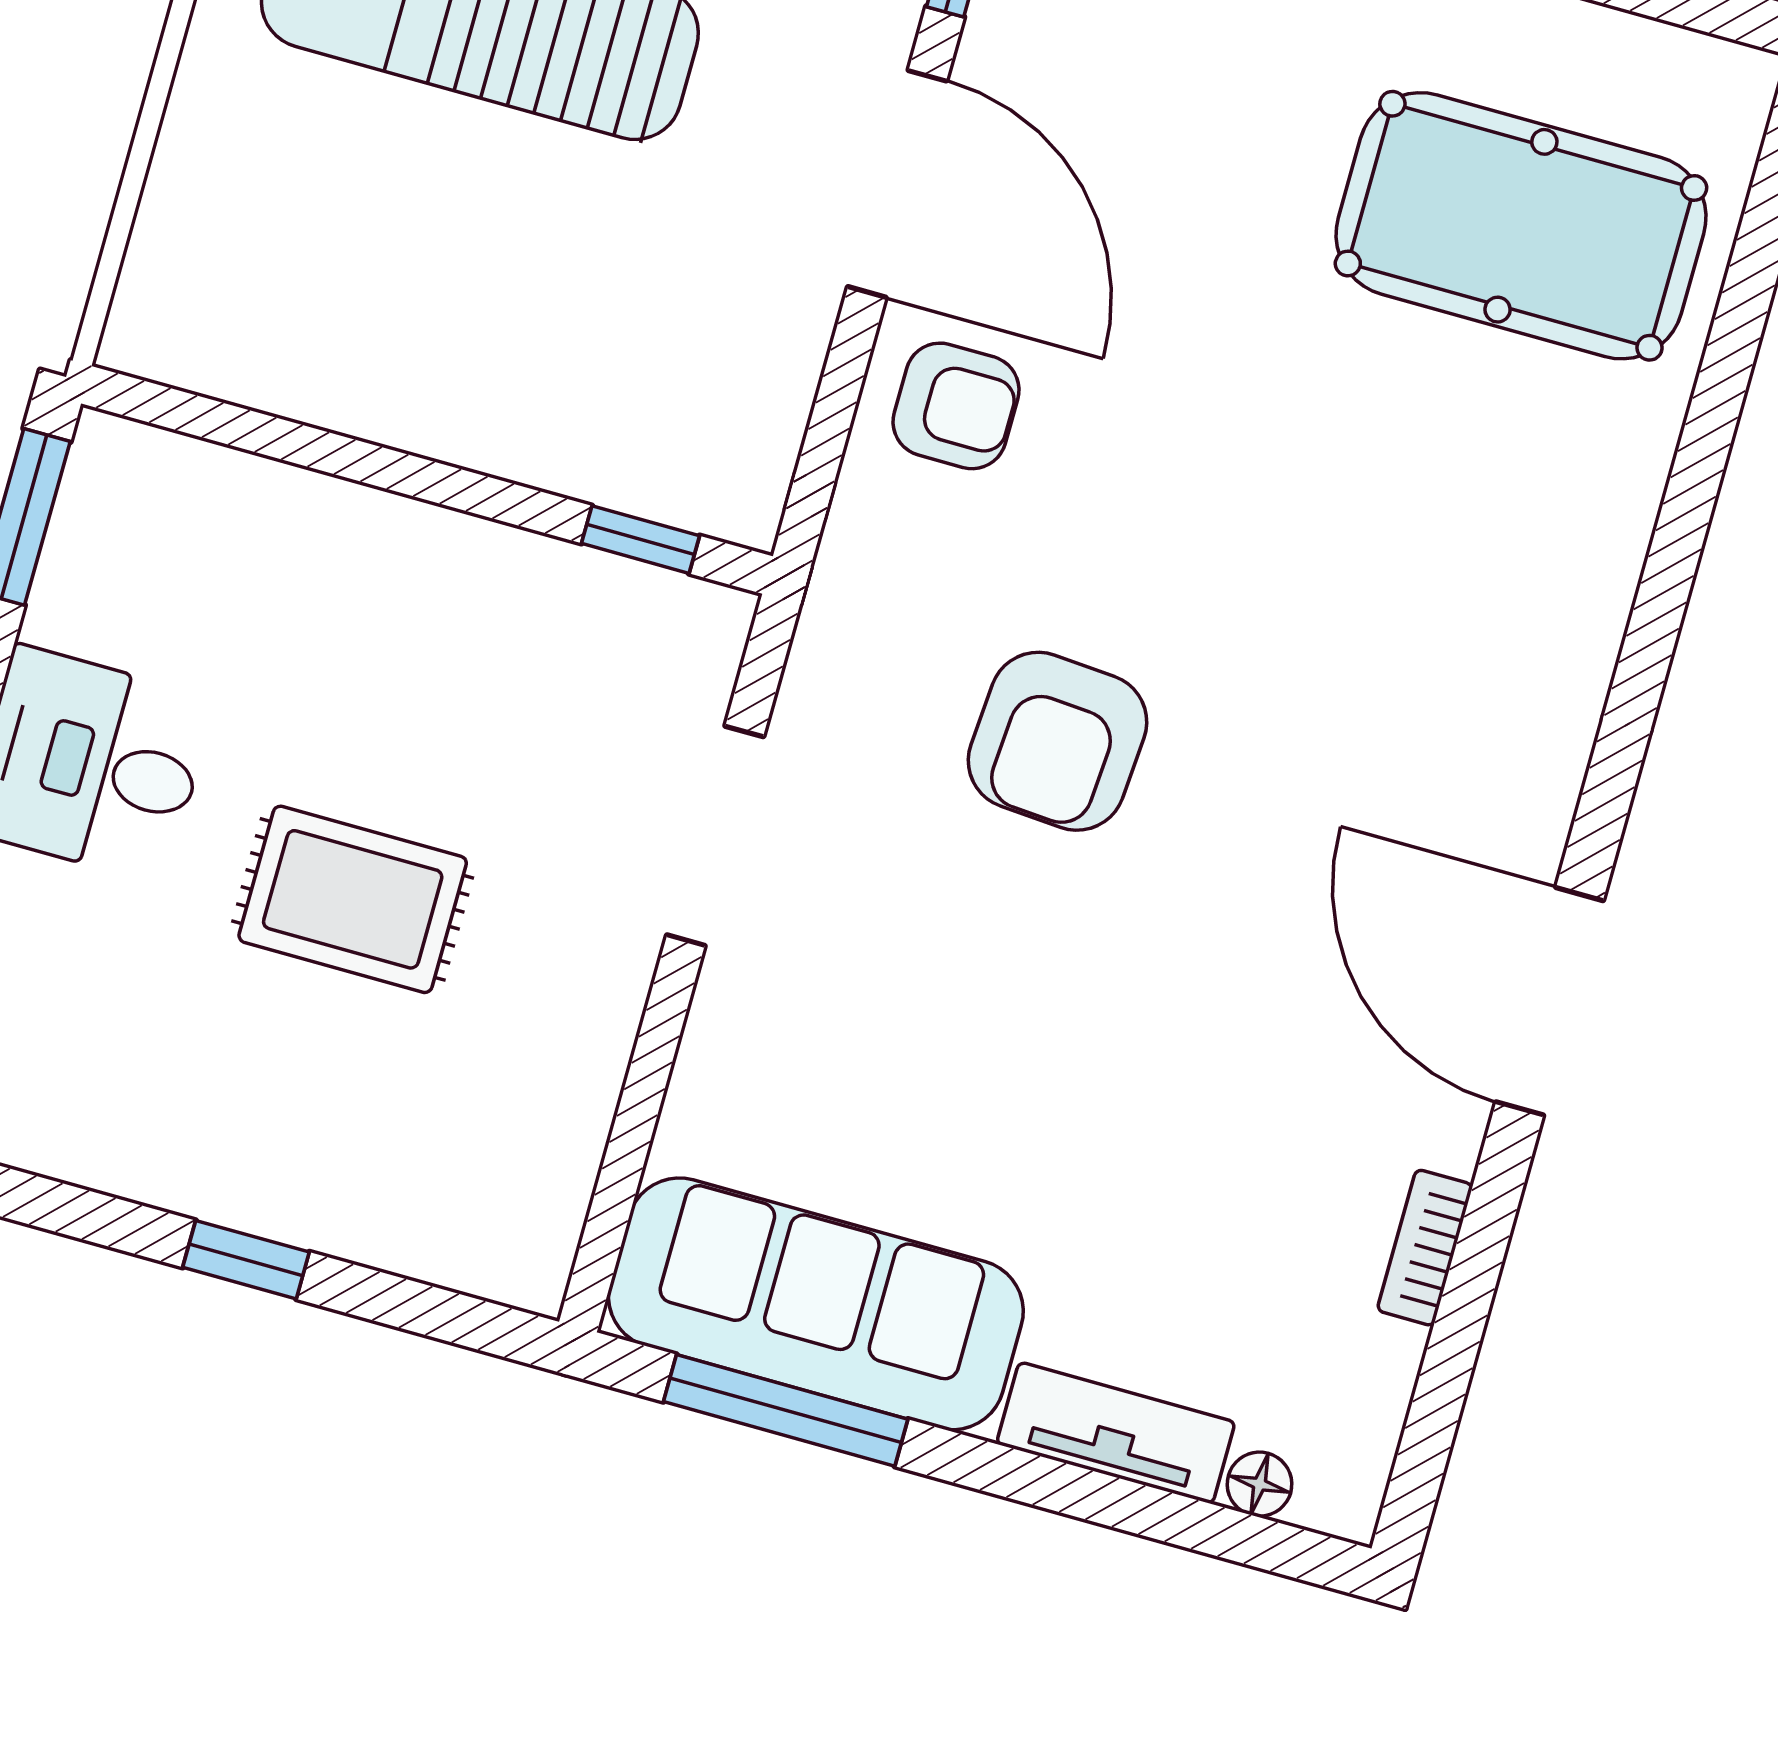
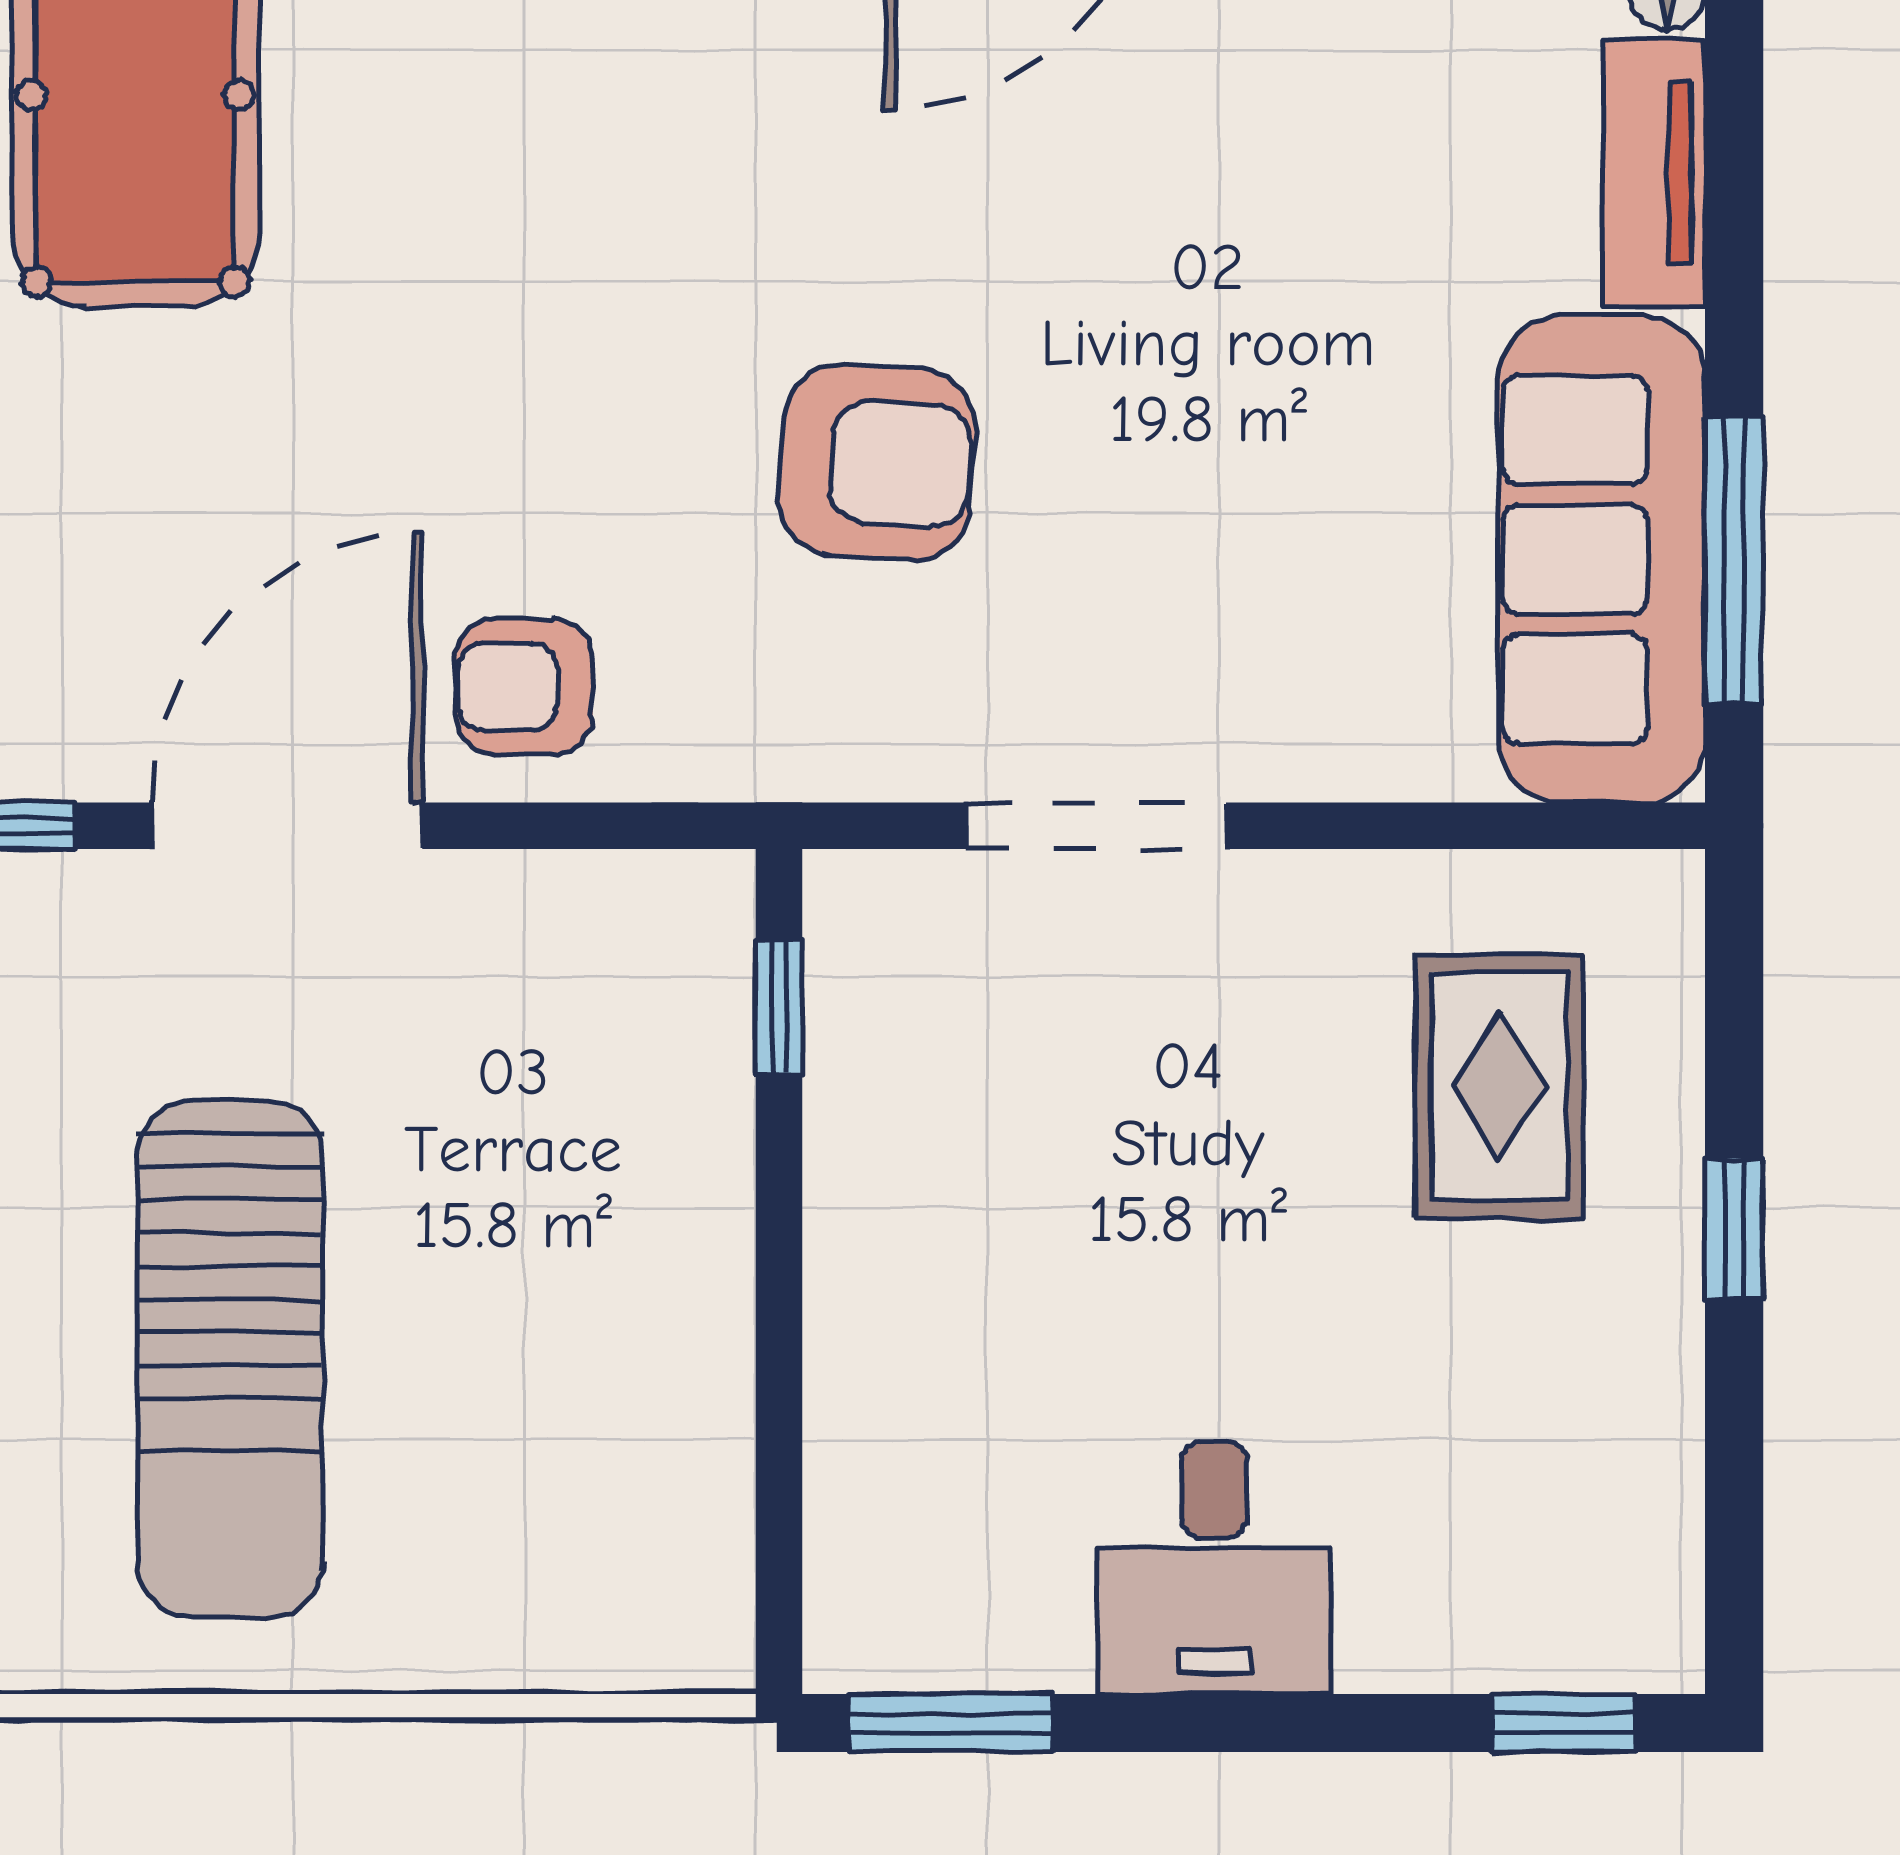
armchair: (956, 406) -> (524, 687), turned -90
rug: (353, 899) -> (1499, 1086), moved

